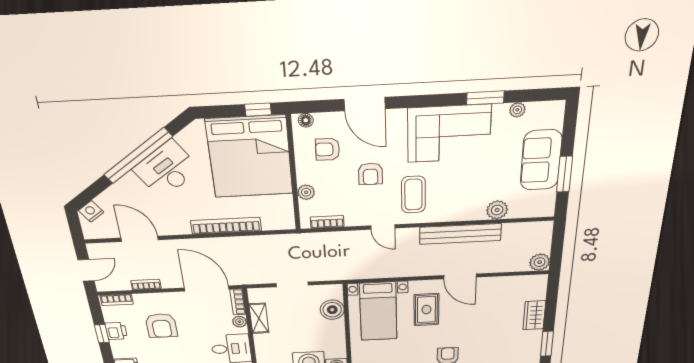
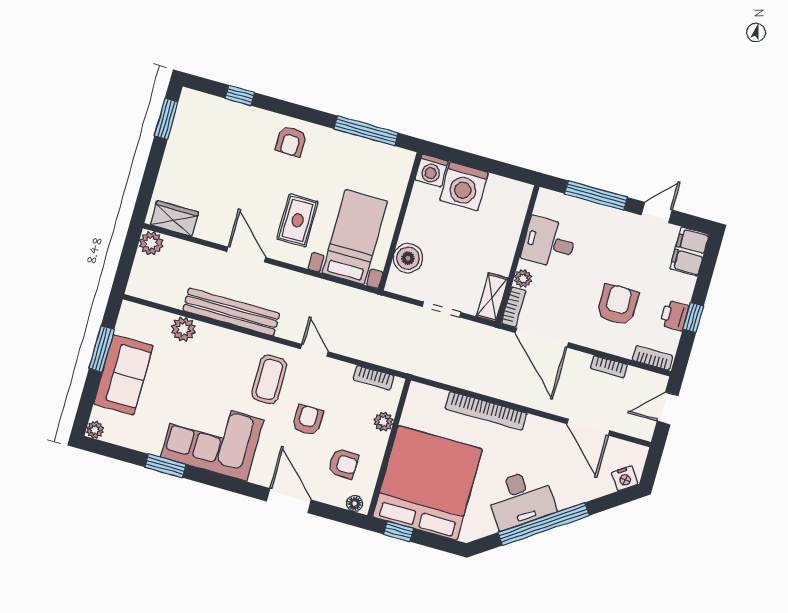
plant: (517, 110) -> (95, 430), moved
wardrobe: (534, 315) -> (174, 218), moved, turned -90
shelving: (259, 318) -> (492, 297), moved

